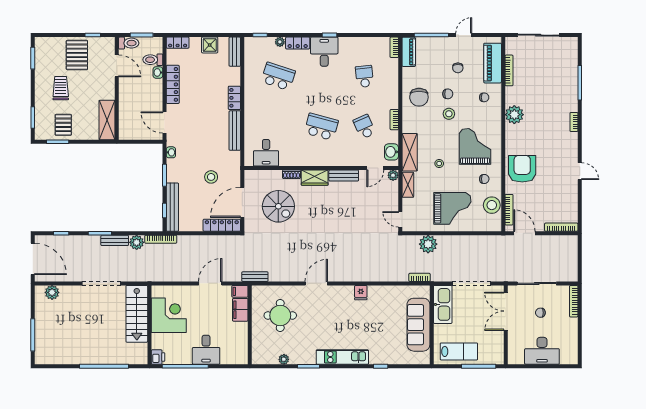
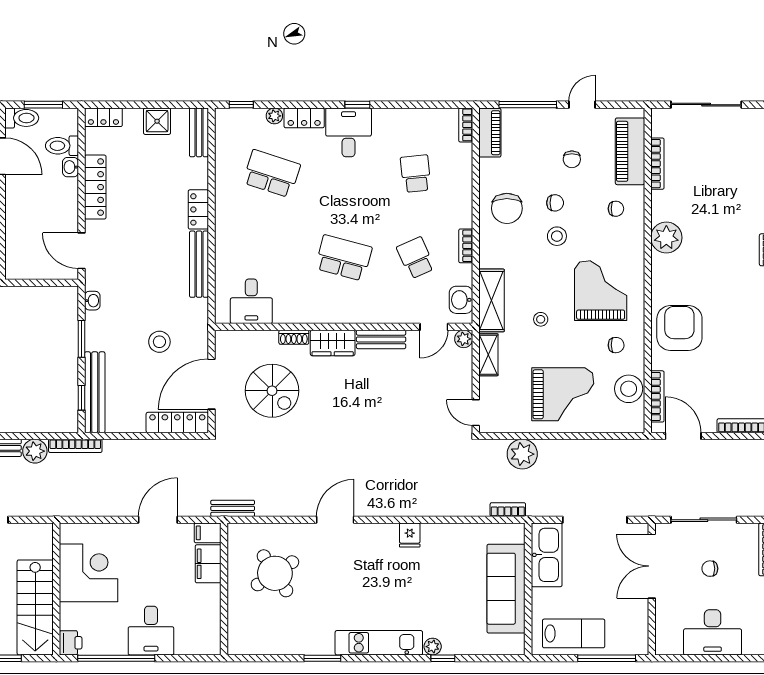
stairs: (137, 314) -> (35, 607), moved
round table: (280, 315) -> (275, 573), turned -33
plant: (284, 359) -> (433, 647), moved

